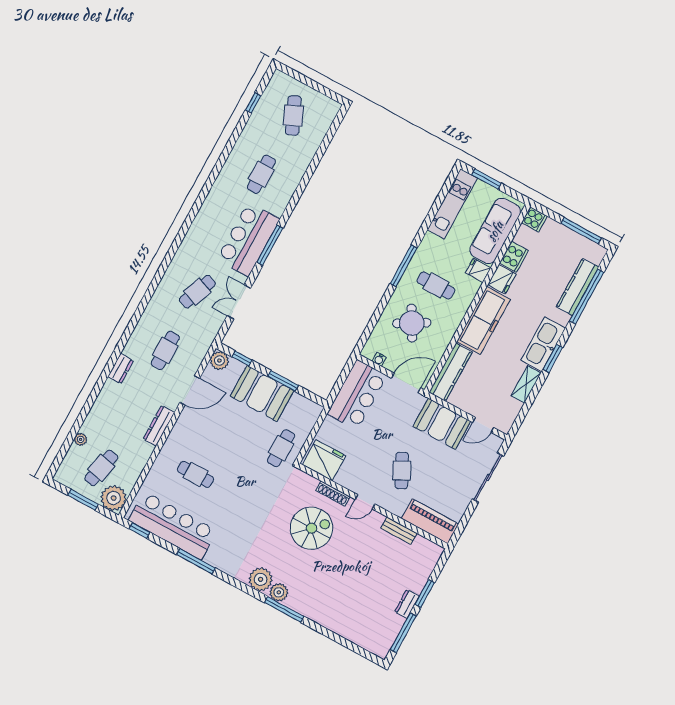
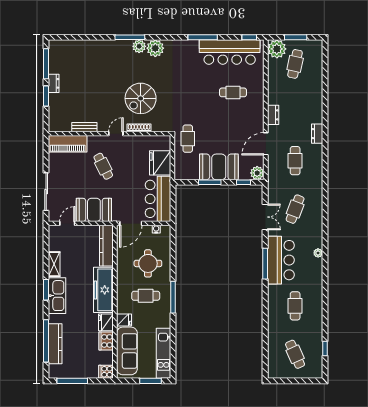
round table: (412, 323) -> (148, 263), turned 30
dresser: (159, 426) -> (273, 115), width x0.70
plant: (81, 439) -> (318, 253), moved
fridge: (324, 460) -> (160, 163), moved, turned 90

